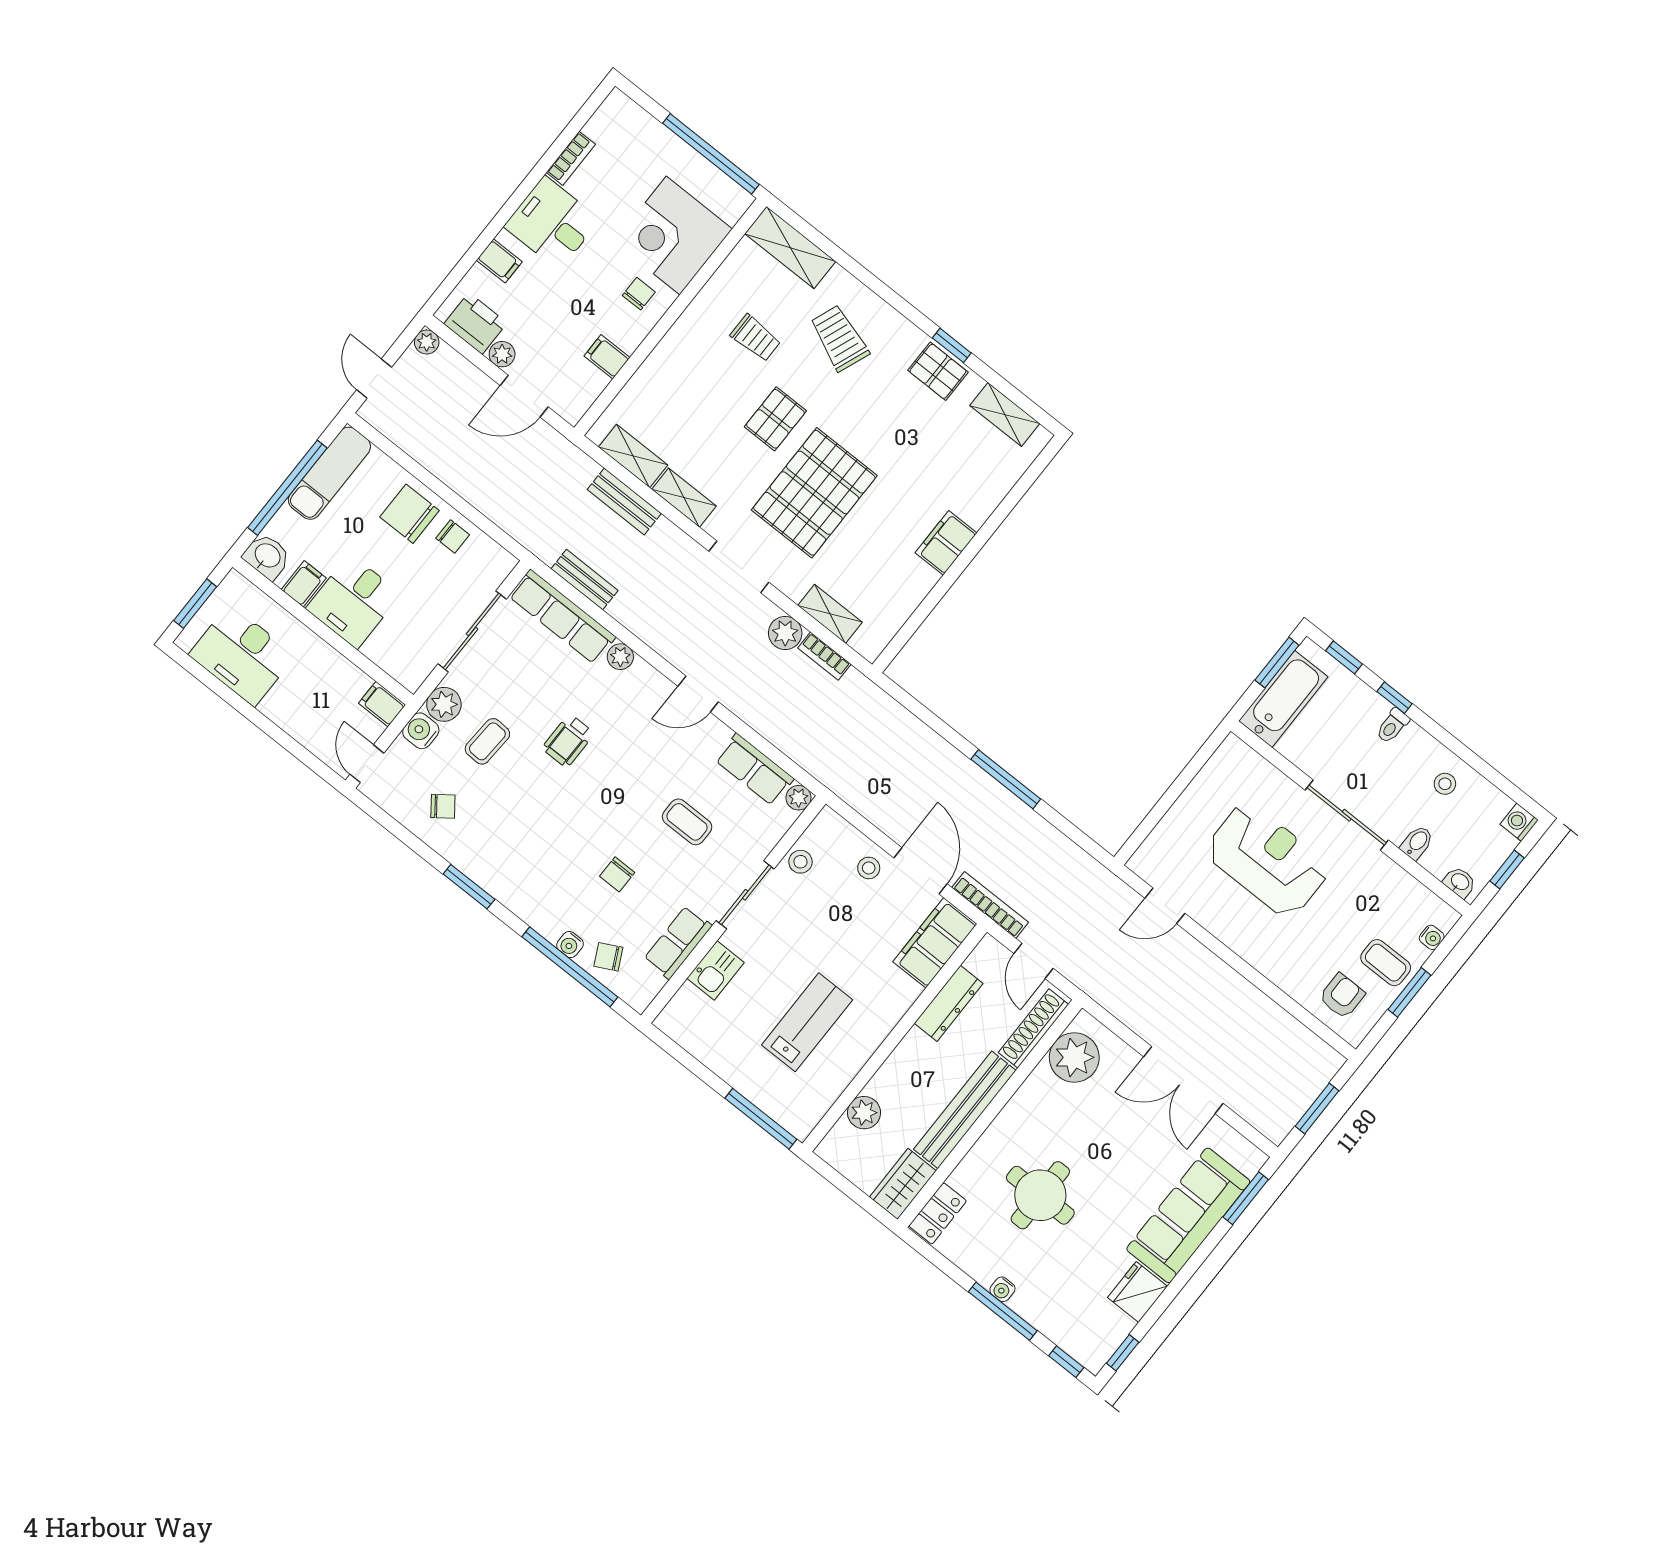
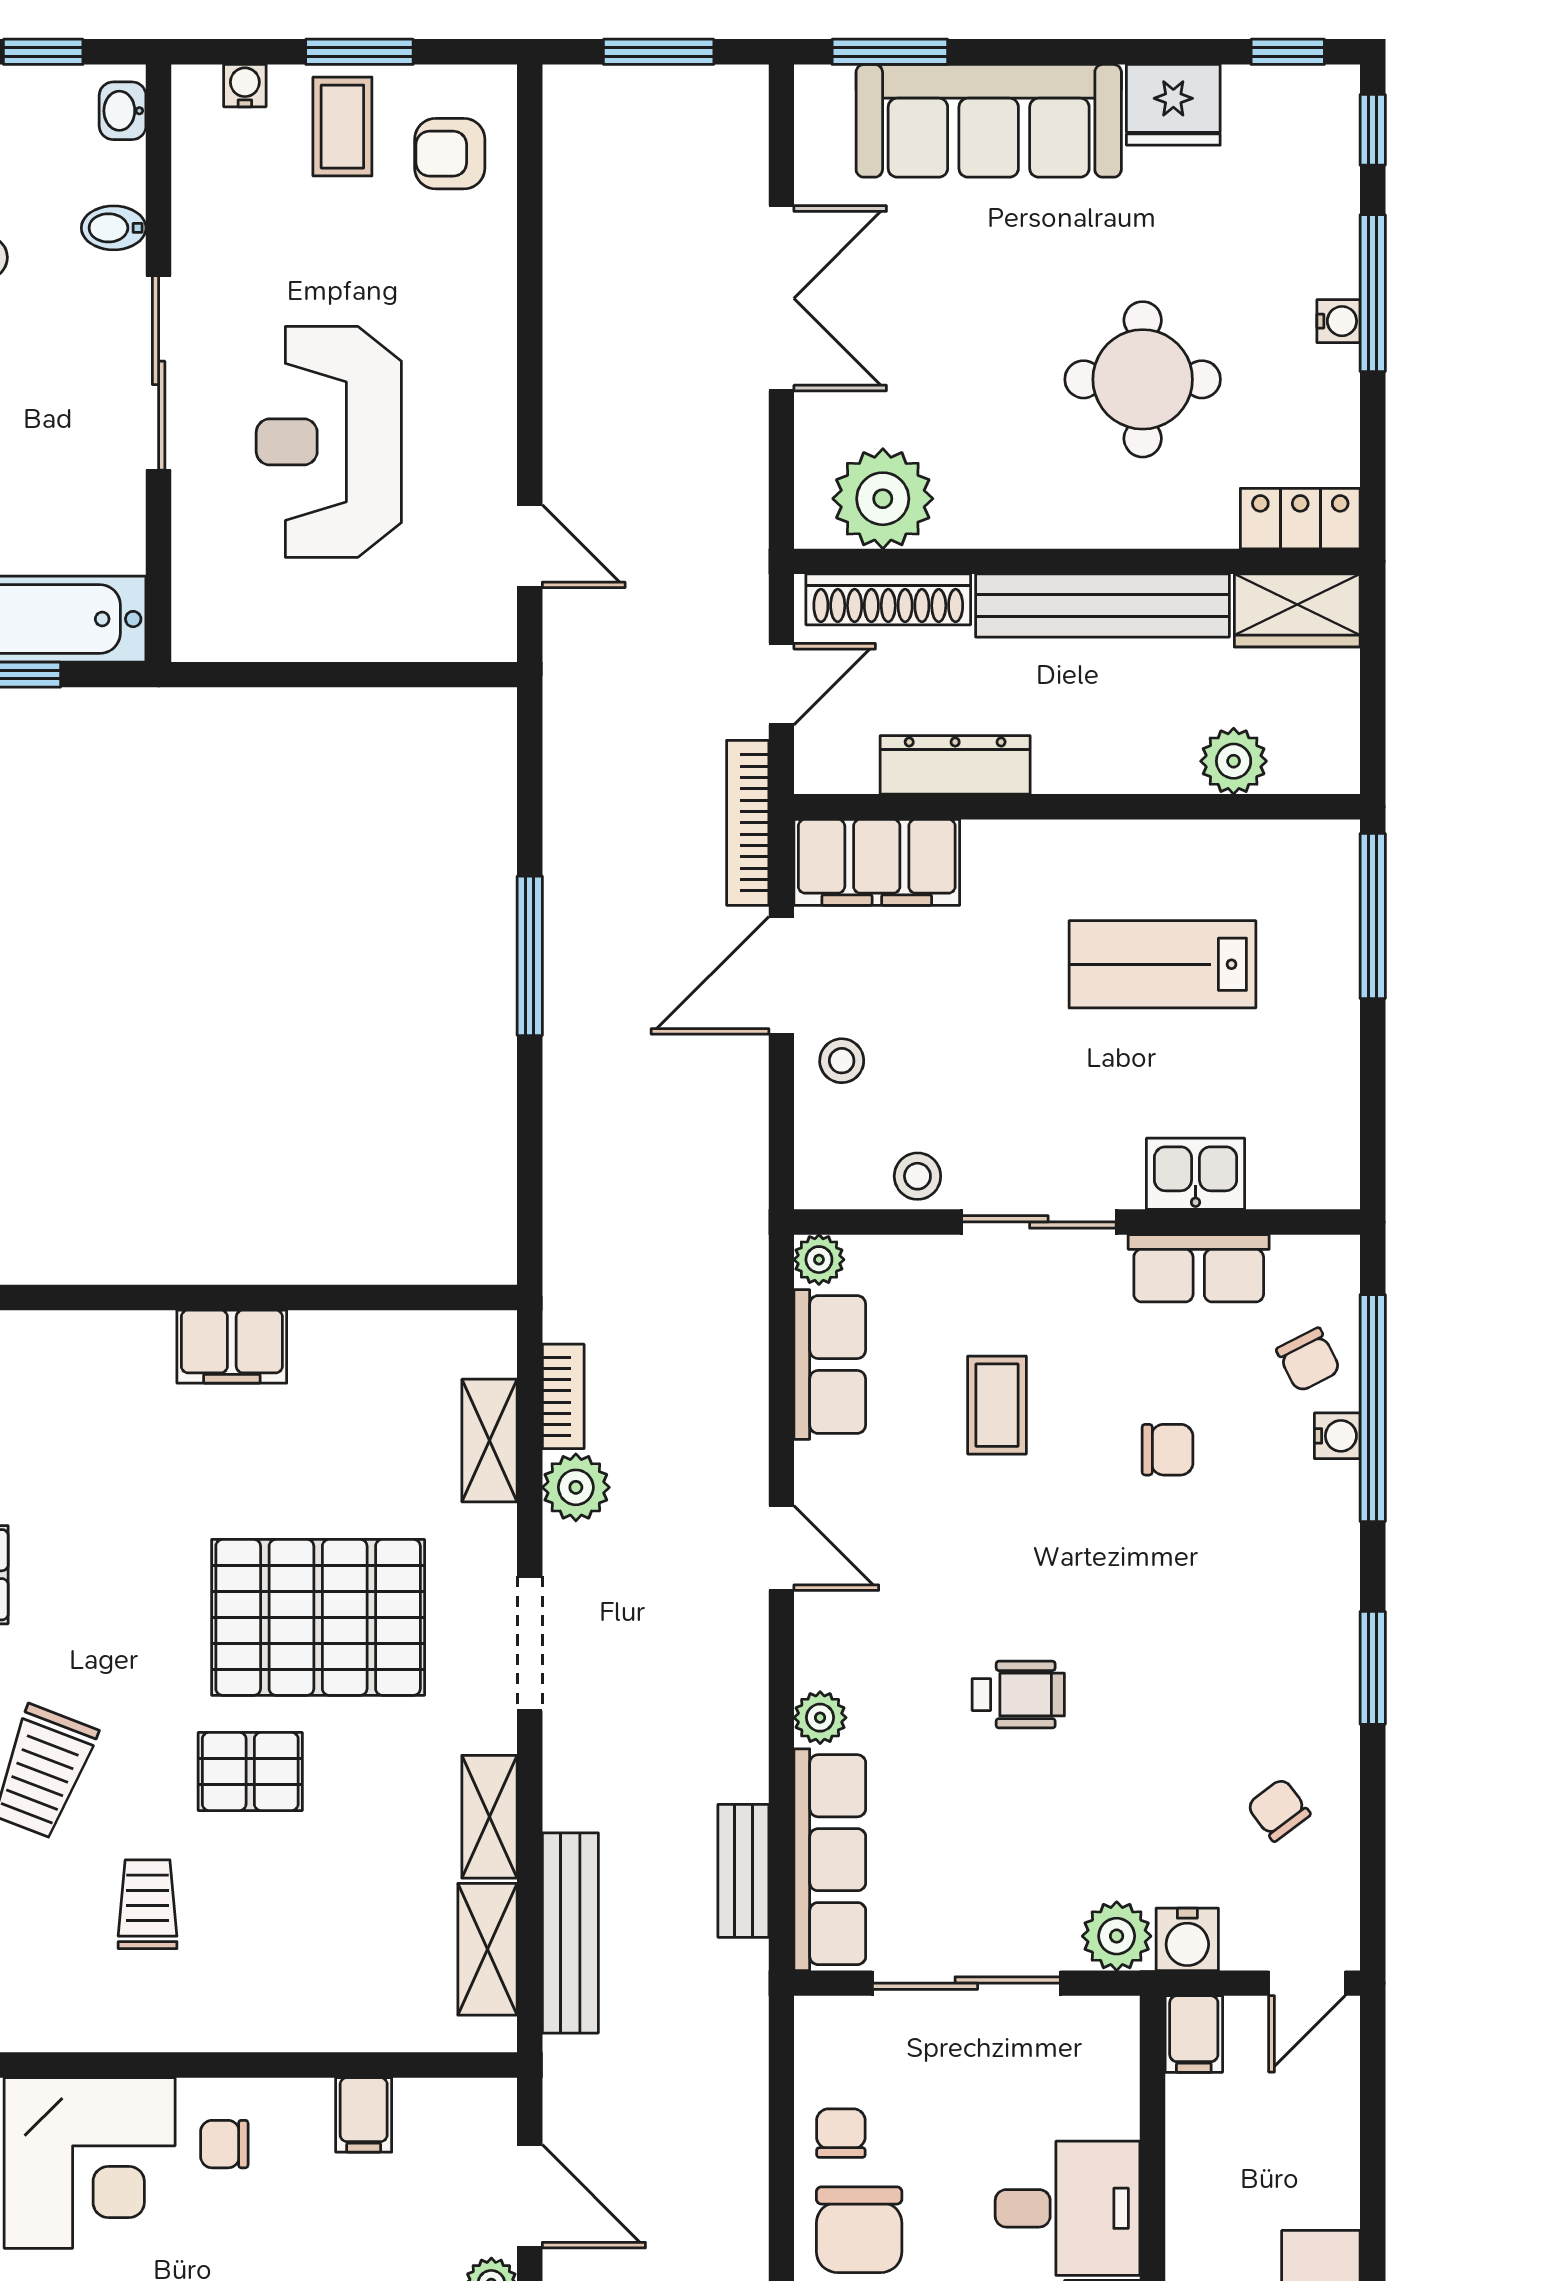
bench: (624, 501) -> (570, 1933), width x1.36
coffee table: (487, 741) -> (1120, 1821), removed

